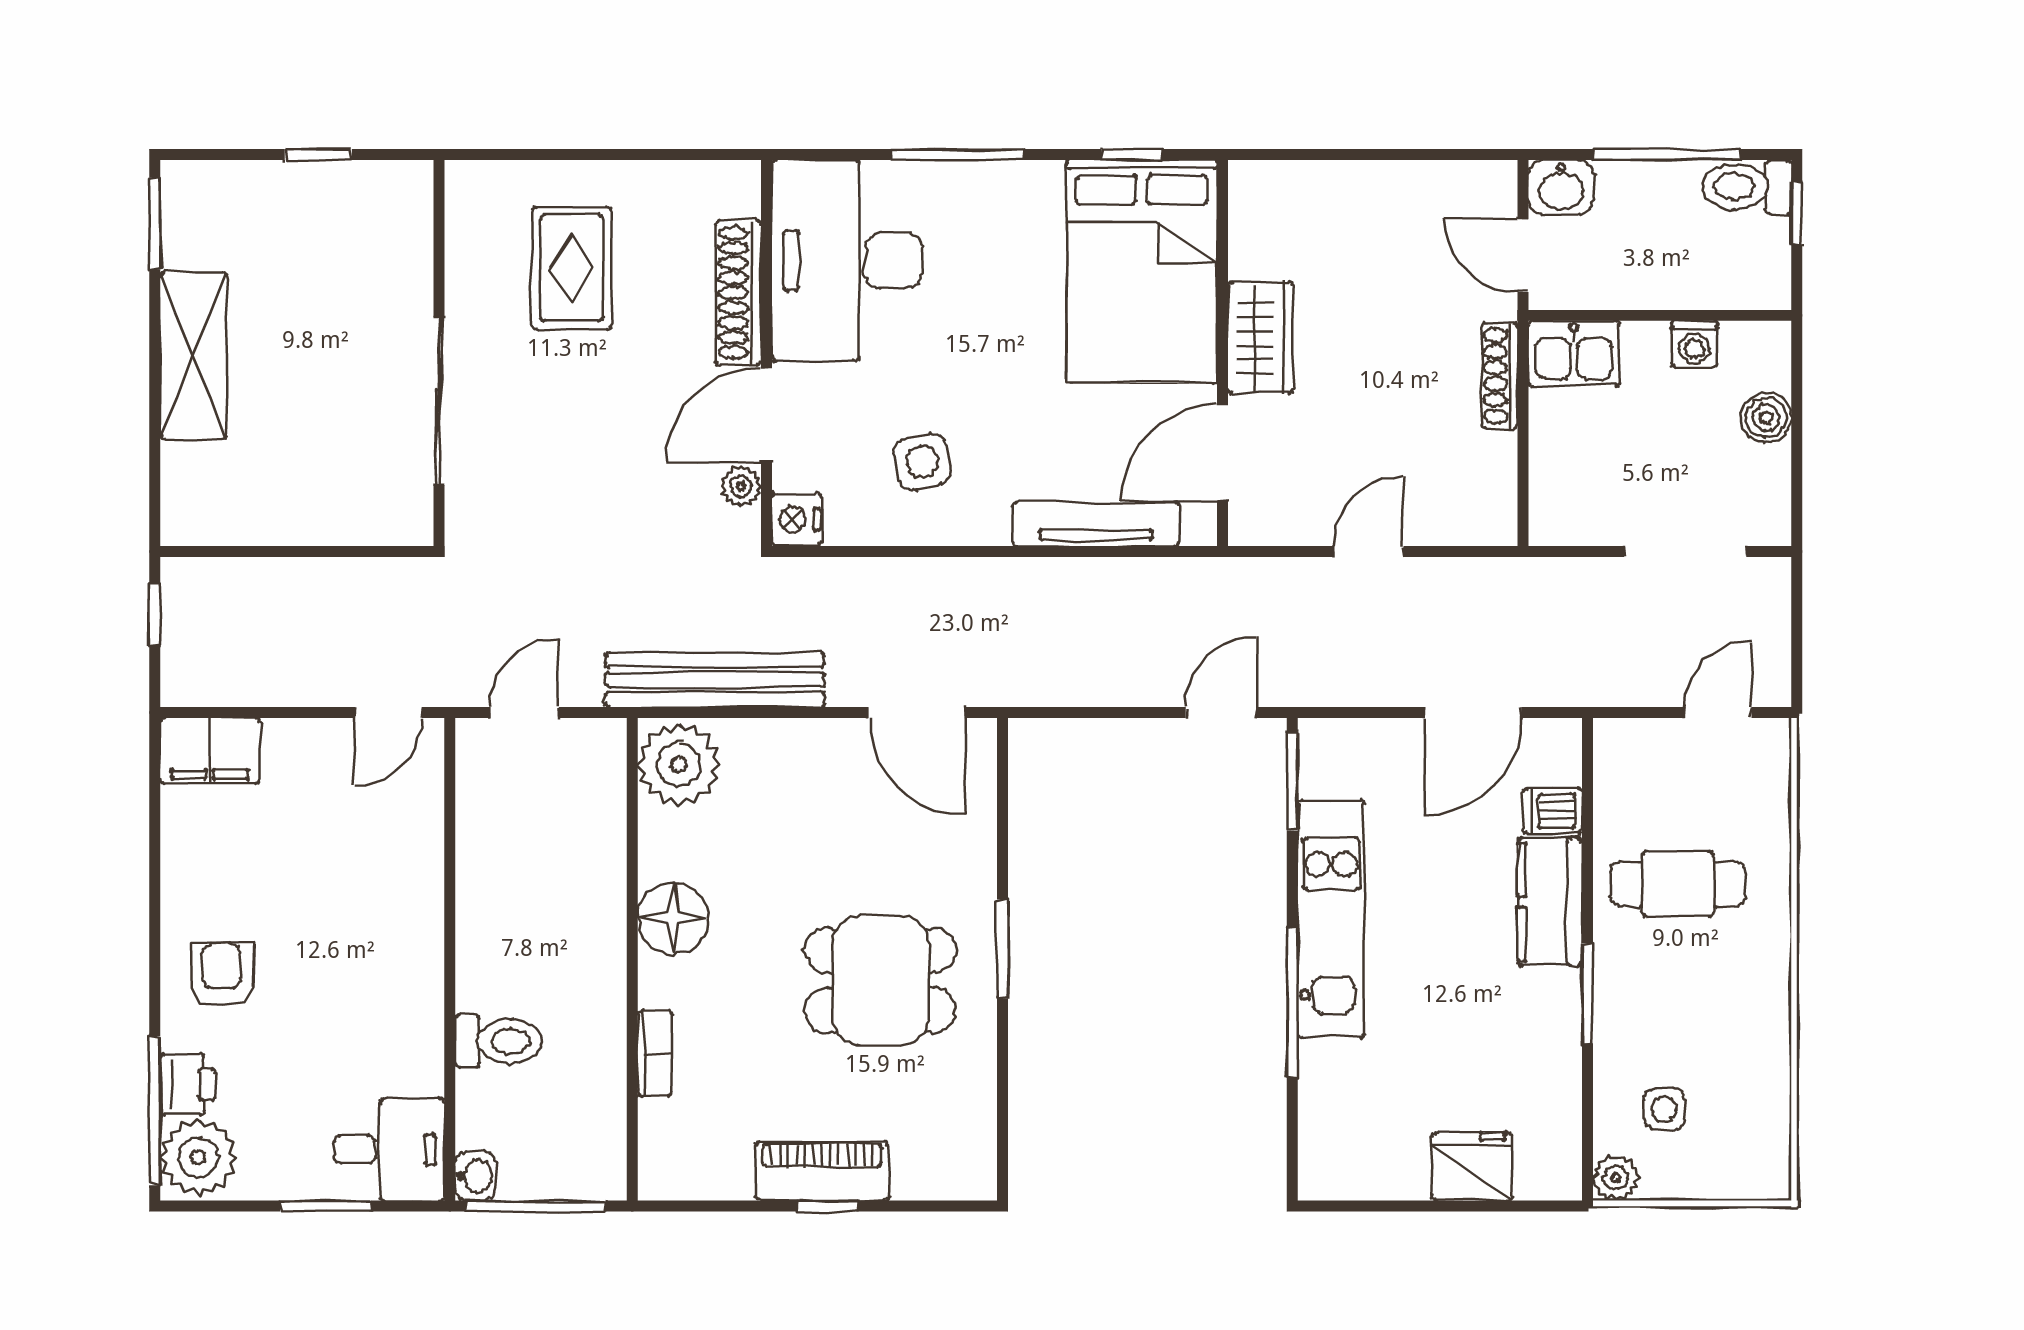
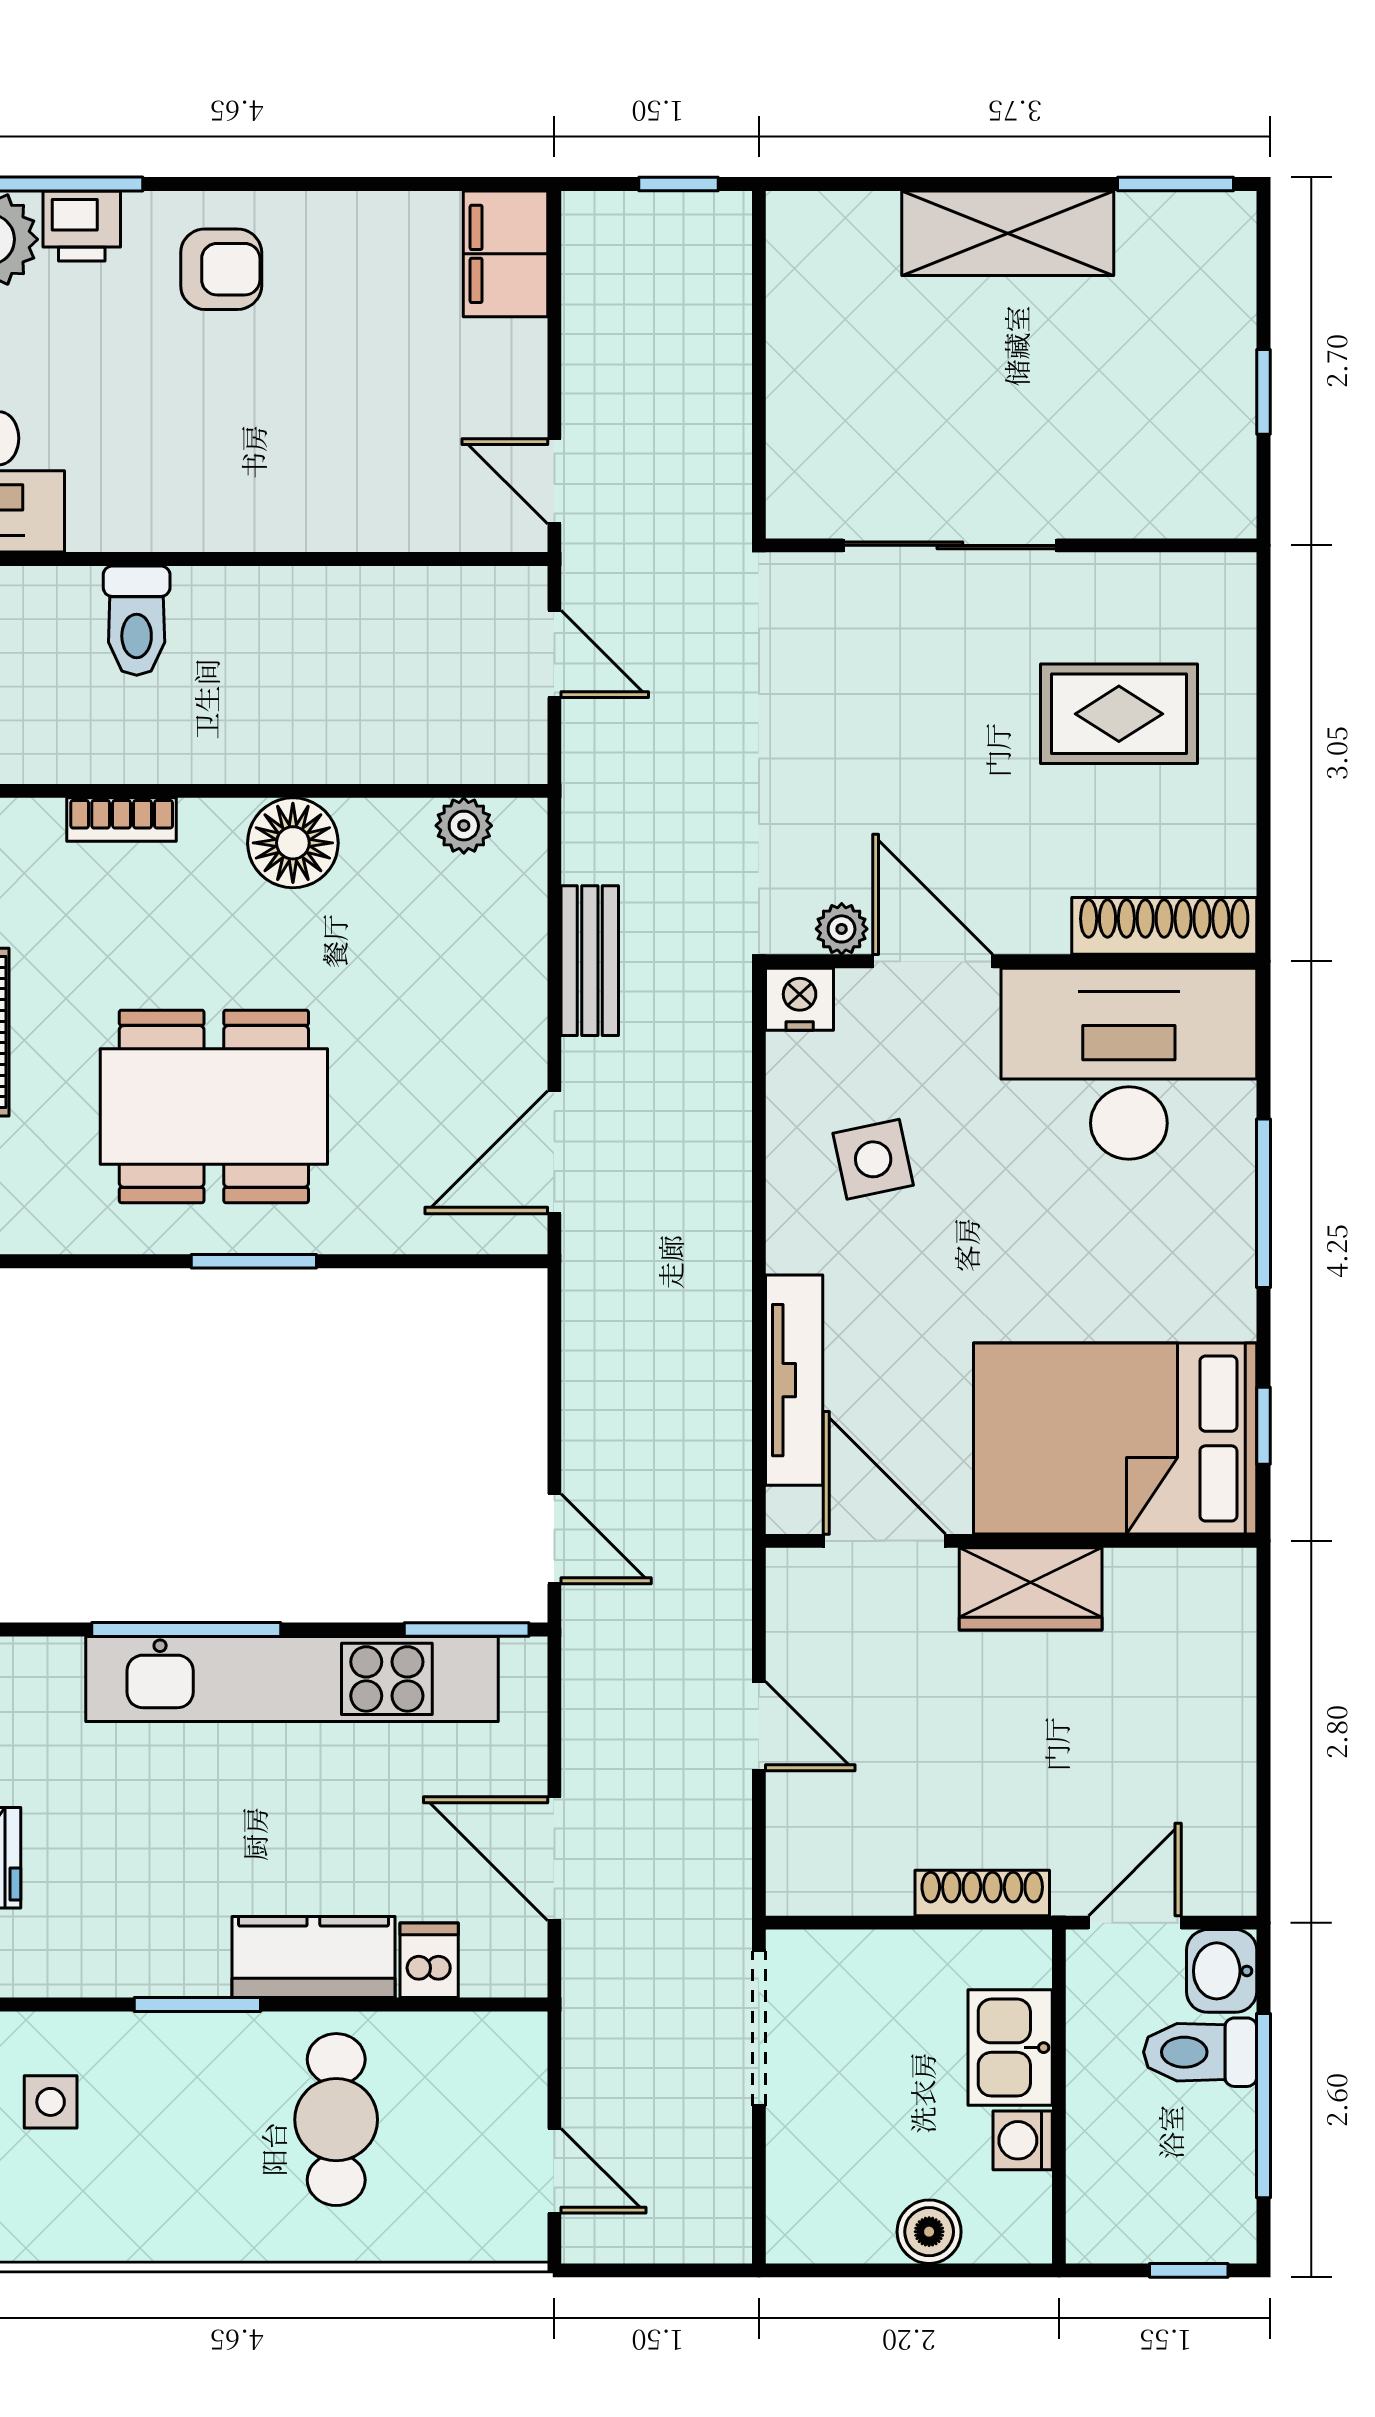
toilet: (1747, 187) -> (1200, 2052), moved, turned -90
shoe rack: (739, 293) -> (1164, 926), moved
kitchen sink: (1574, 354) -> (1010, 2048), moved
doorway: (1685, 551) -> (759, 2028), moved
bench: (715, 680) -> (590, 961), width x0.54, depth x0.82
plant: (679, 765) -> (464, 826), width x0.53, depth x0.53
kitchen unit: (1331, 919) -> (292, 1679), width x1.36
dining table: (881, 980) -> (214, 1106), width x1.38

